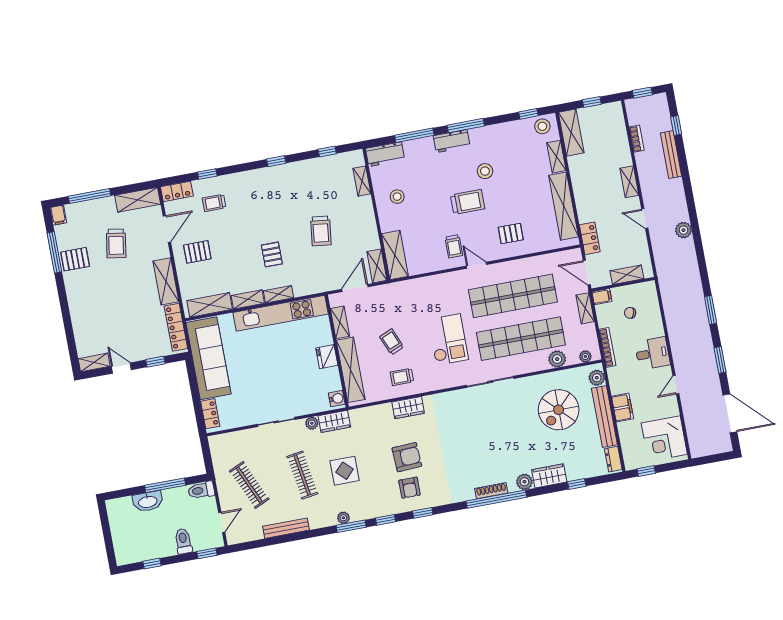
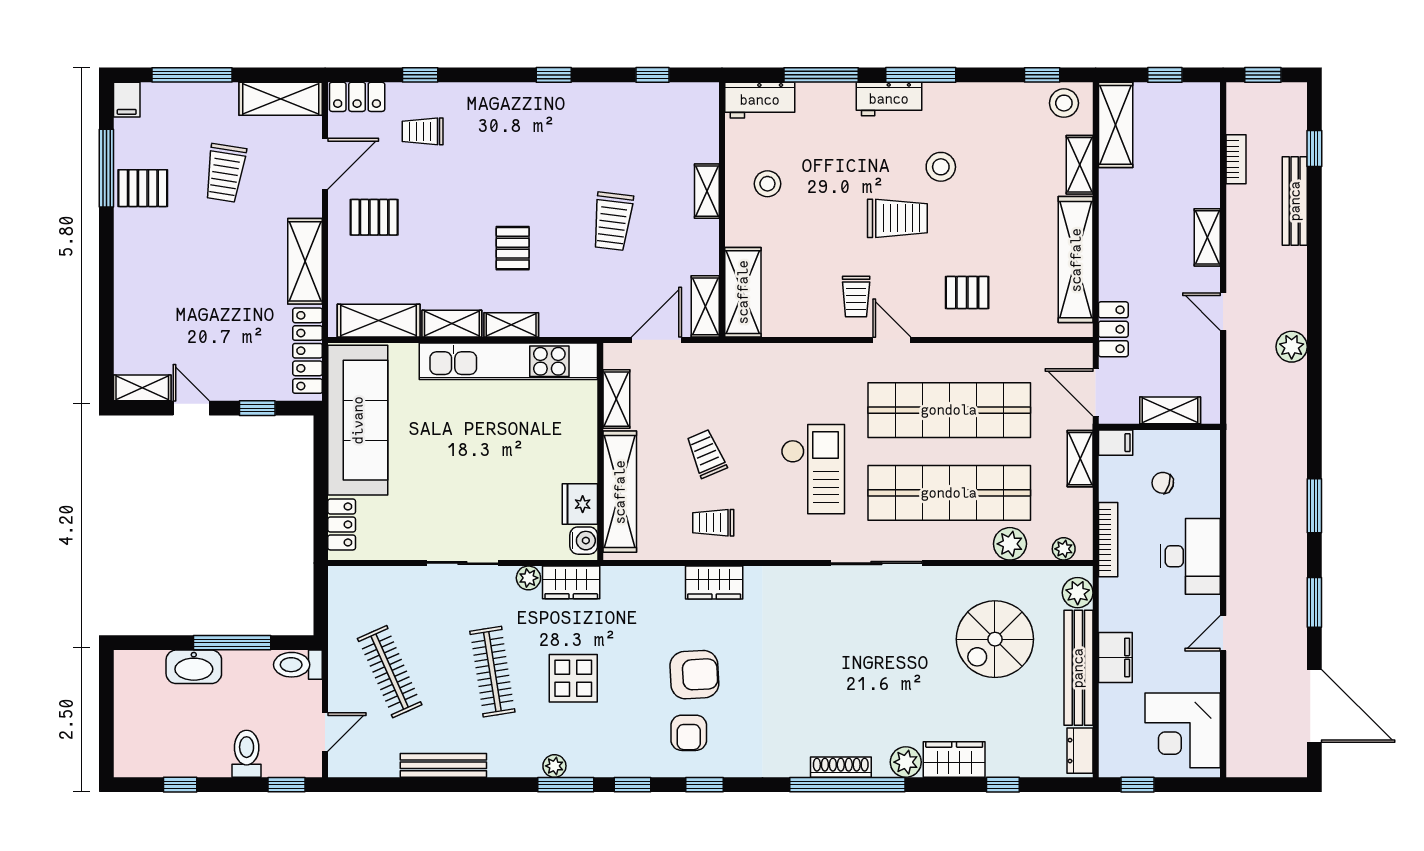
shelving: (362, 181) -> (707, 191), moved
desk: (652, 353) -> (1190, 556), width x1.37
fridge: (327, 357) -> (580, 504), moved

